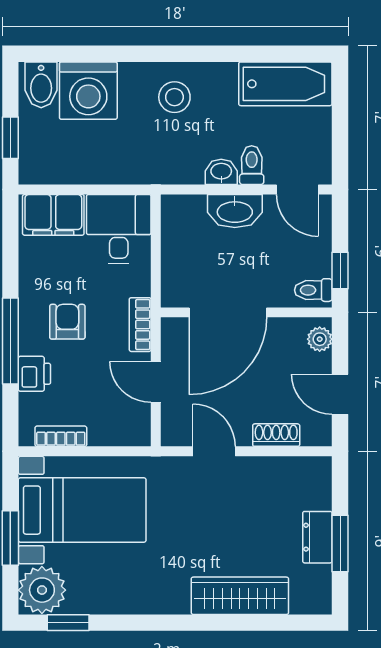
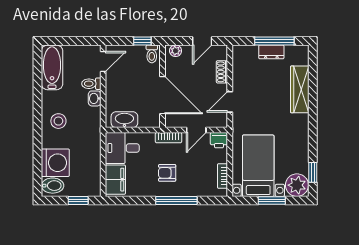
washbasin: (235, 211) -> (124, 120), moved, turned -90
printer: (34, 374) -> (219, 140), moved, turned 180
window: (340, 543) -> (274, 41), width x1.44

